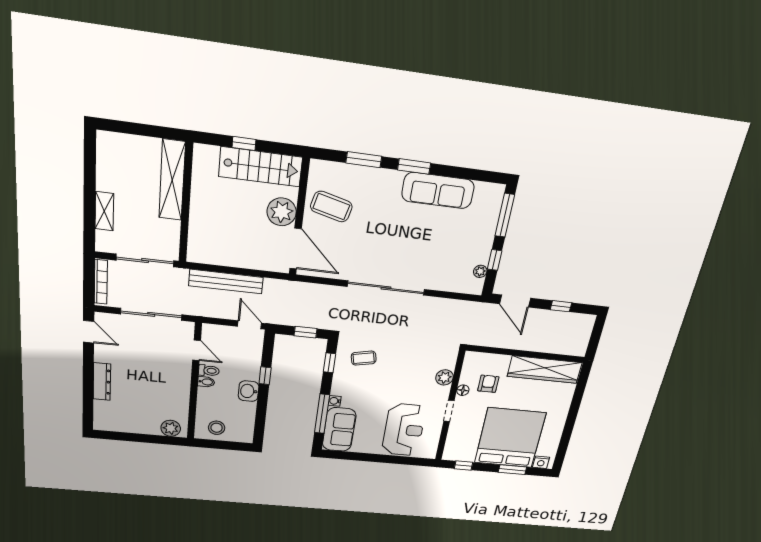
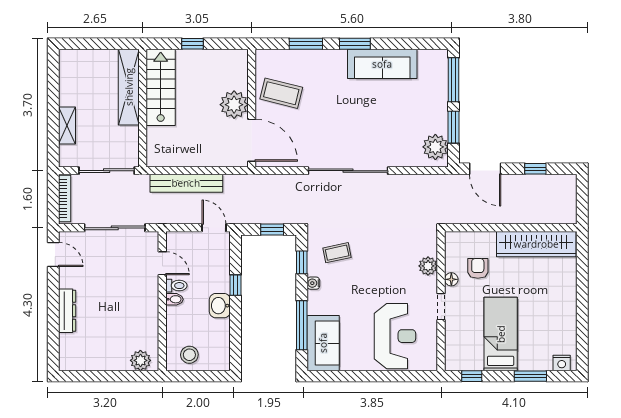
stairs: (261, 167) -> (161, 87), moved, turned -90
window: (495, 260) -> (454, 127), width x1.50
plant: (480, 271) -> (435, 147), width x1.87, depth x1.87
water cooler: (335, 401) -> (313, 283), moved
bed: (510, 438) -> (501, 334), width x0.49

